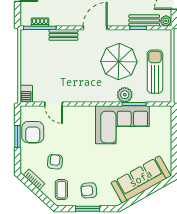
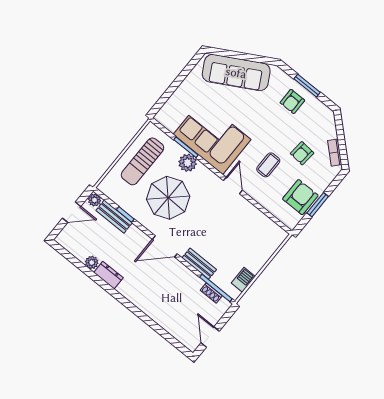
barbecue: (26, 94) -> (243, 280), moved
door: (54, 104) -> (233, 185), moved
coffee table: (61, 190) -> (268, 165), moved
armchair: (89, 190) -> (292, 101), turned 95

